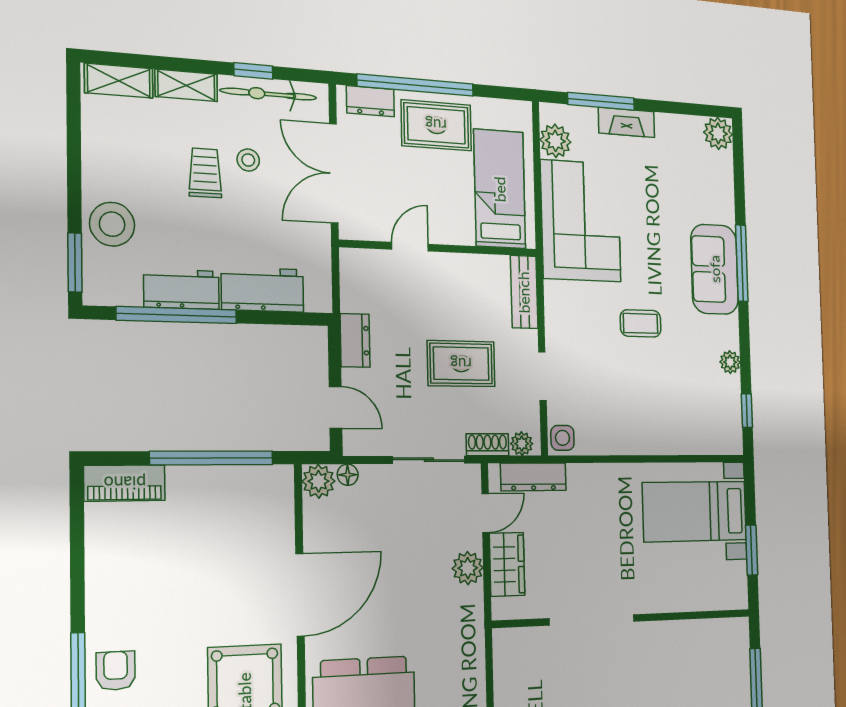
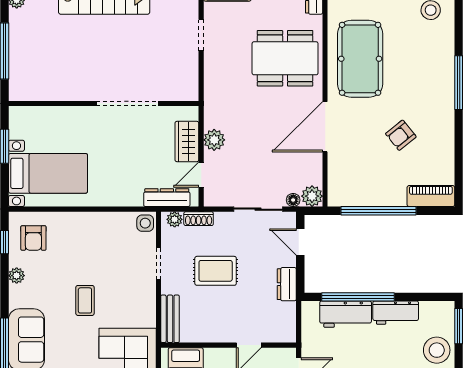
window: (177, 315) -> (358, 297), moved
coffee table: (641, 323) -> (85, 300), turned 90
armchair: (710, 416) -> (33, 238), added
sliding door: (429, 460) -> (258, 209), moved
armchair: (116, 671) -> (401, 135), moved, turned 51

